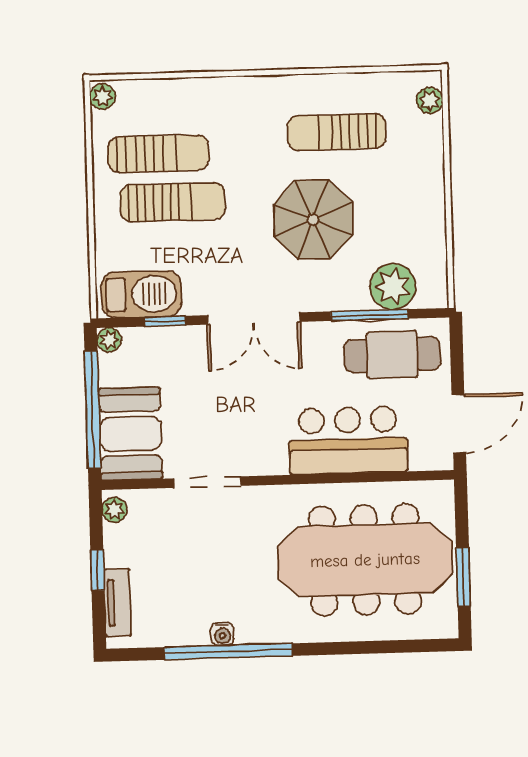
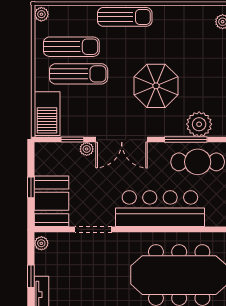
sun lounger: (337, 132) -> (125, 17), moved, turned 180
barbecue: (142, 294) -> (47, 114), moved, turned 90
plant: (109, 340) -> (87, 149), moved
window: (93, 410) -> (31, 187), width x0.32
bar counter: (348, 440) -> (160, 209), width x1.36

